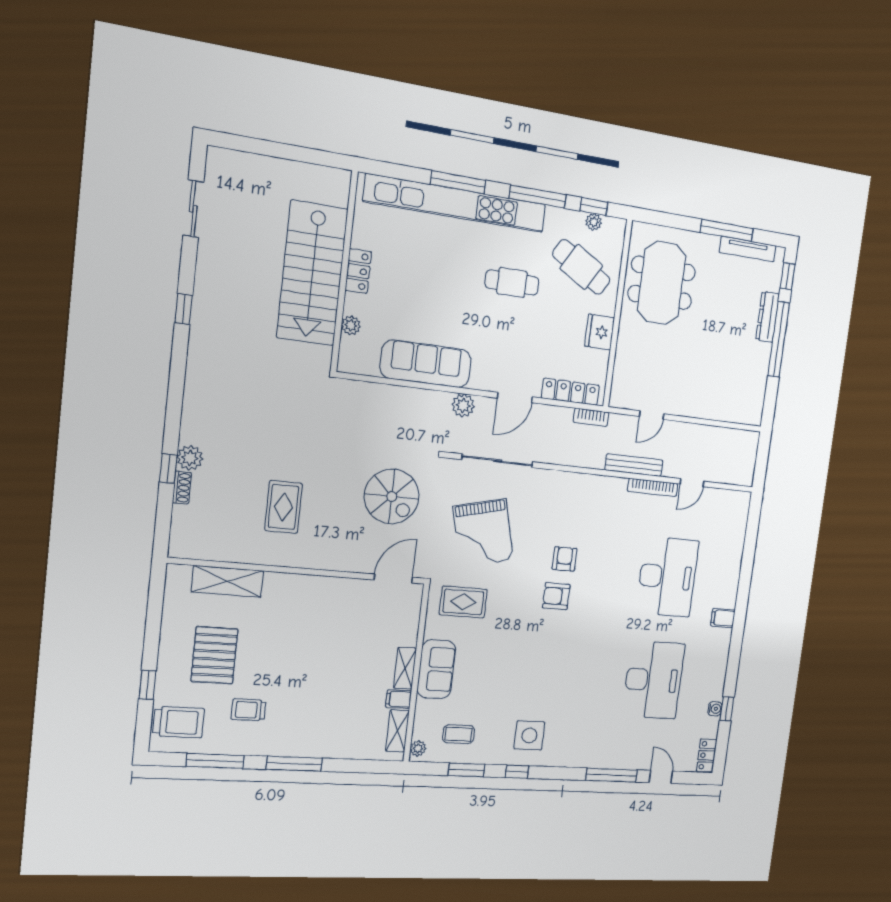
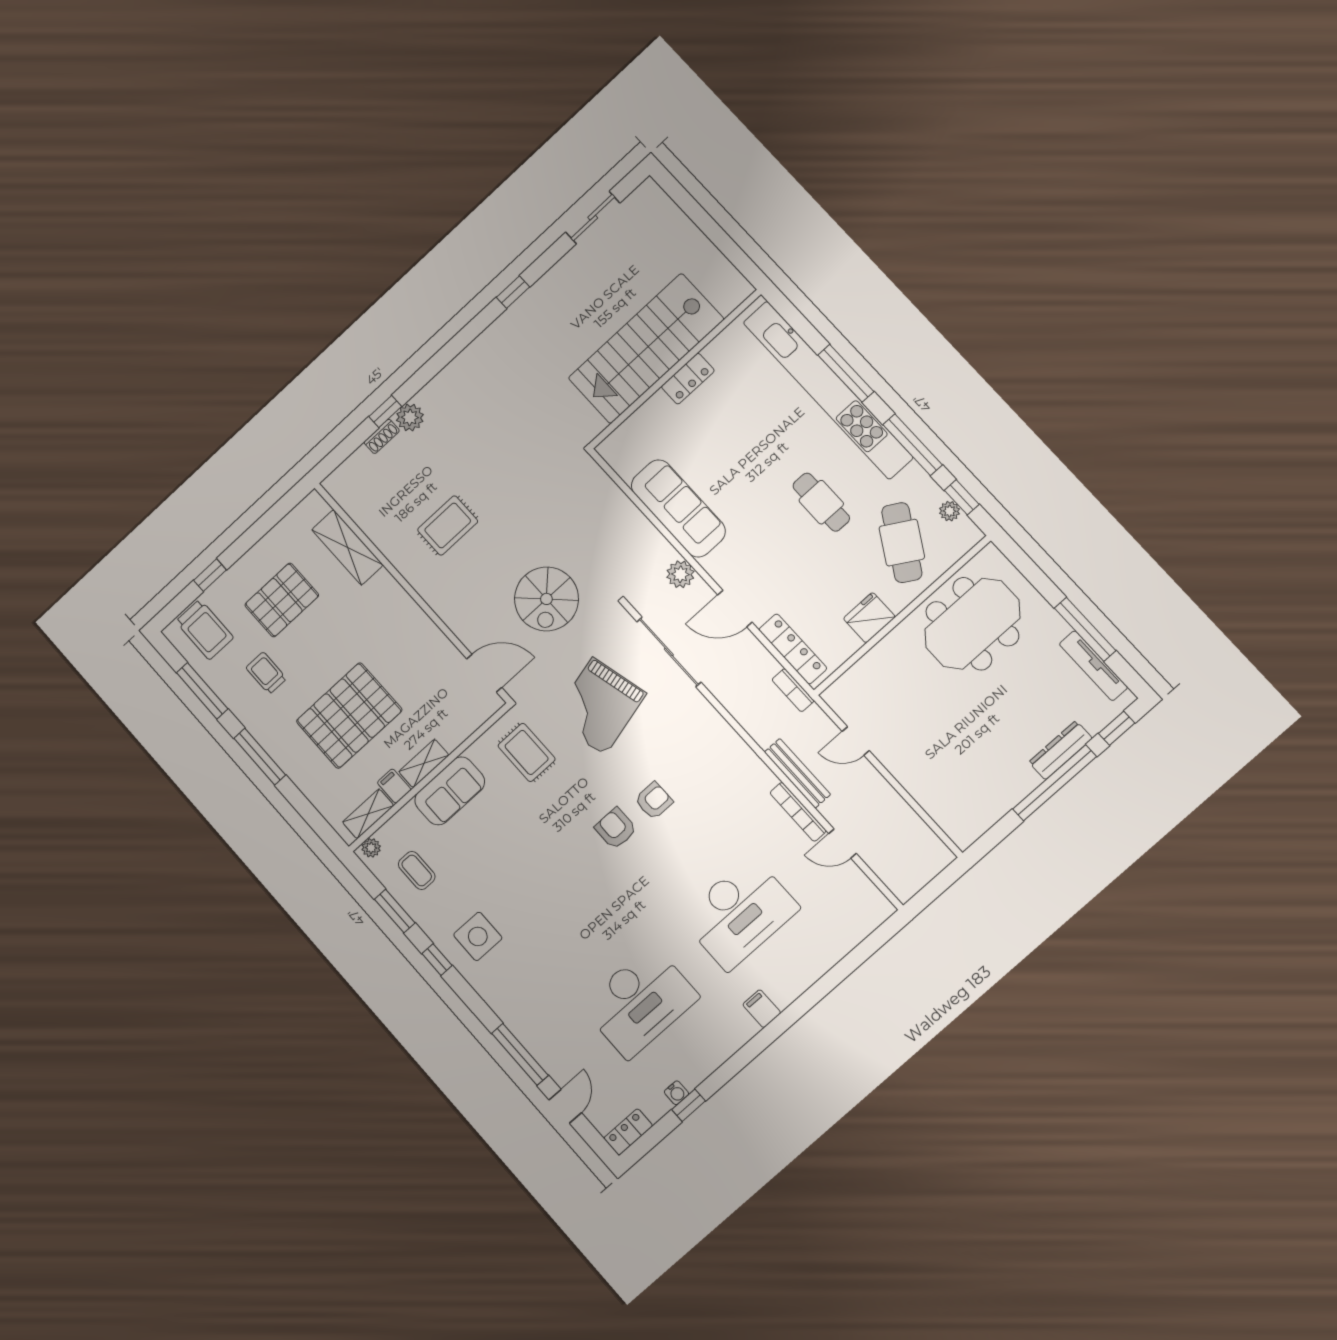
plant: (351, 325) -> (641, 420), removed
pallet: (330, 685) -> (349, 716), added

